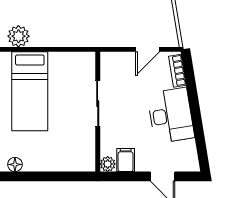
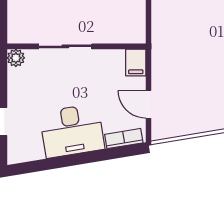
sliding door: (98, 104) -> (65, 46), moved
filing cabinet: (126, 160) -> (136, 62), moved, turned 90

